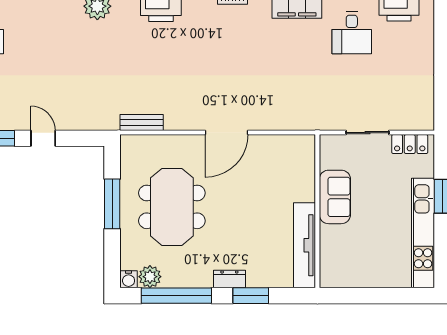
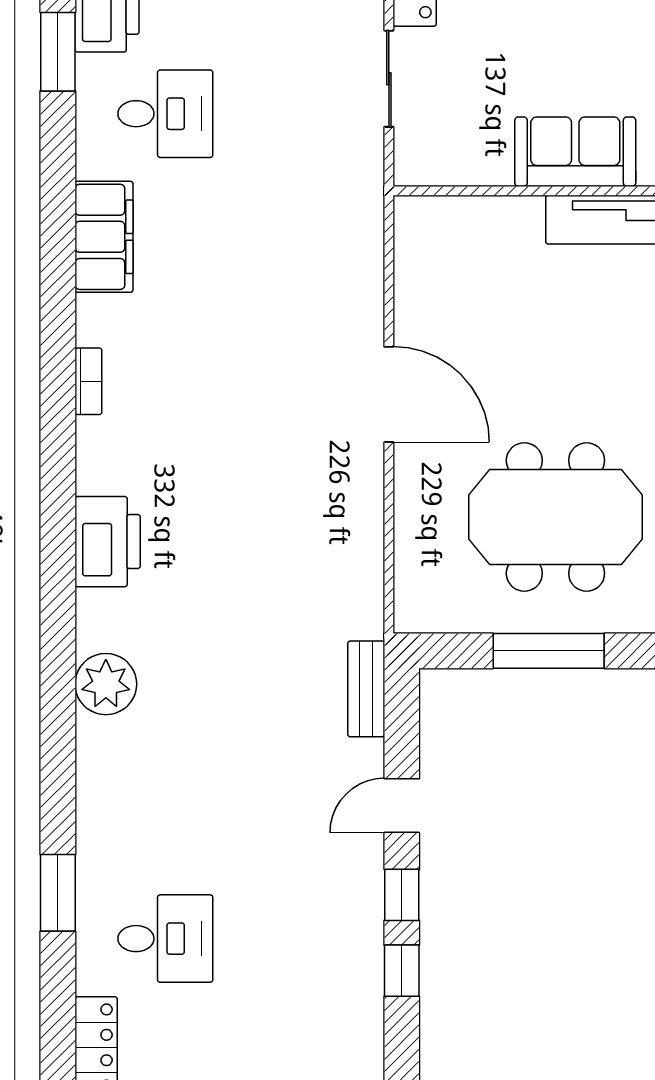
bench: (142, 122) -> (366, 689), moved
sofa: (335, 197) -> (575, 152), moved

